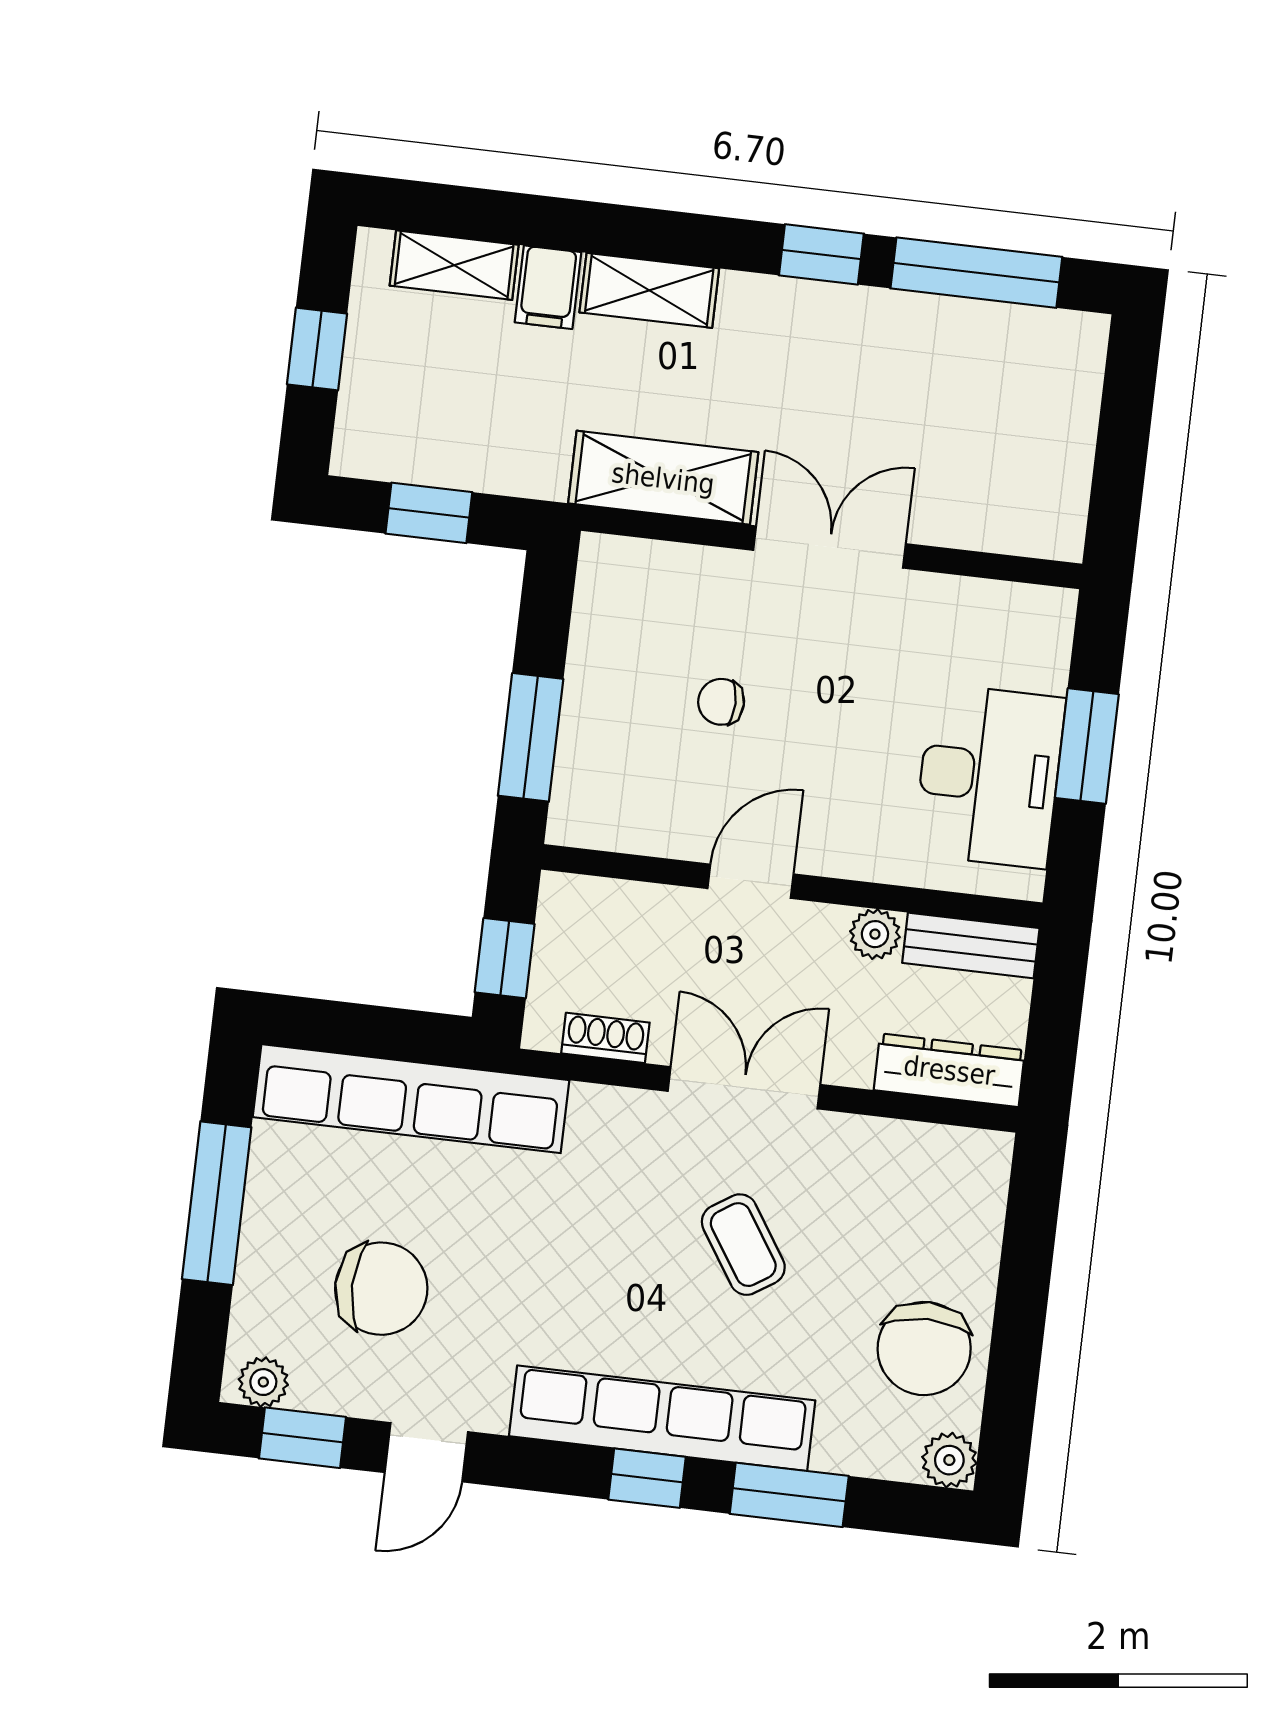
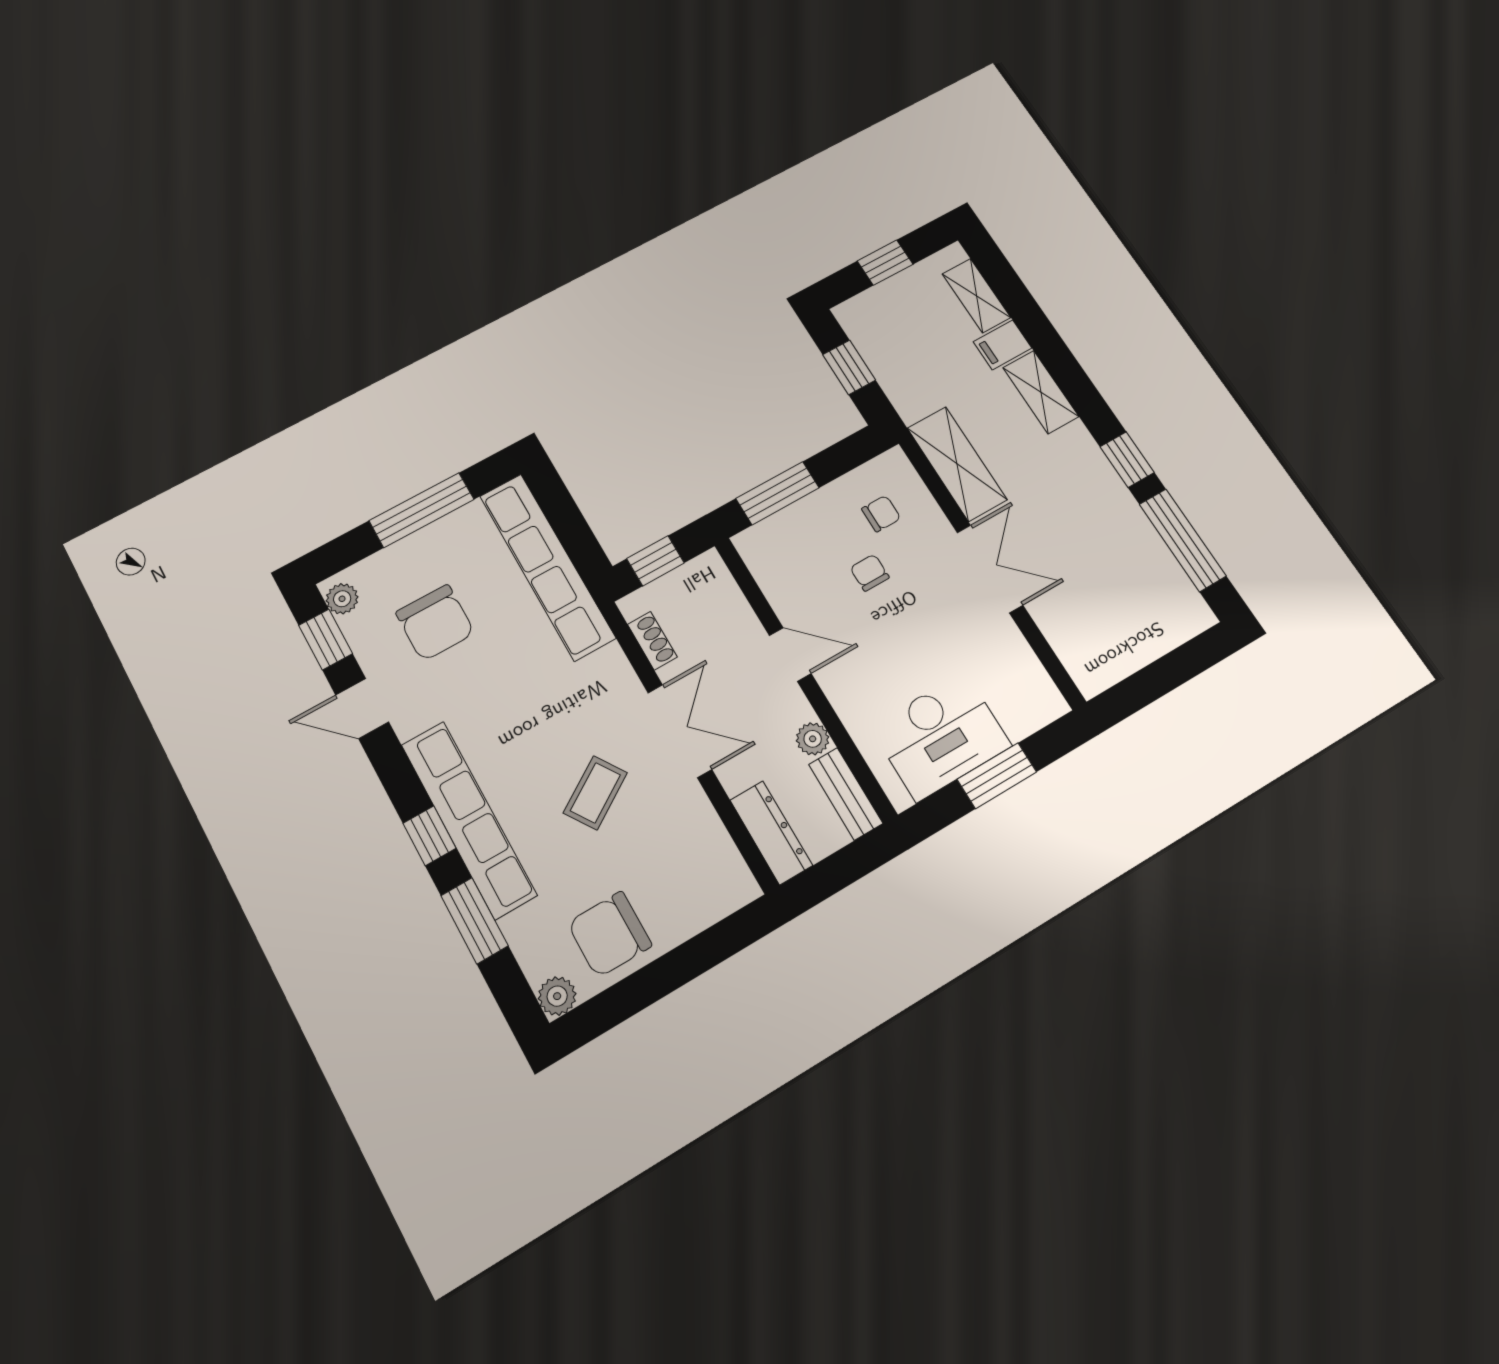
chair: (656, 627) -> (881, 514), added

